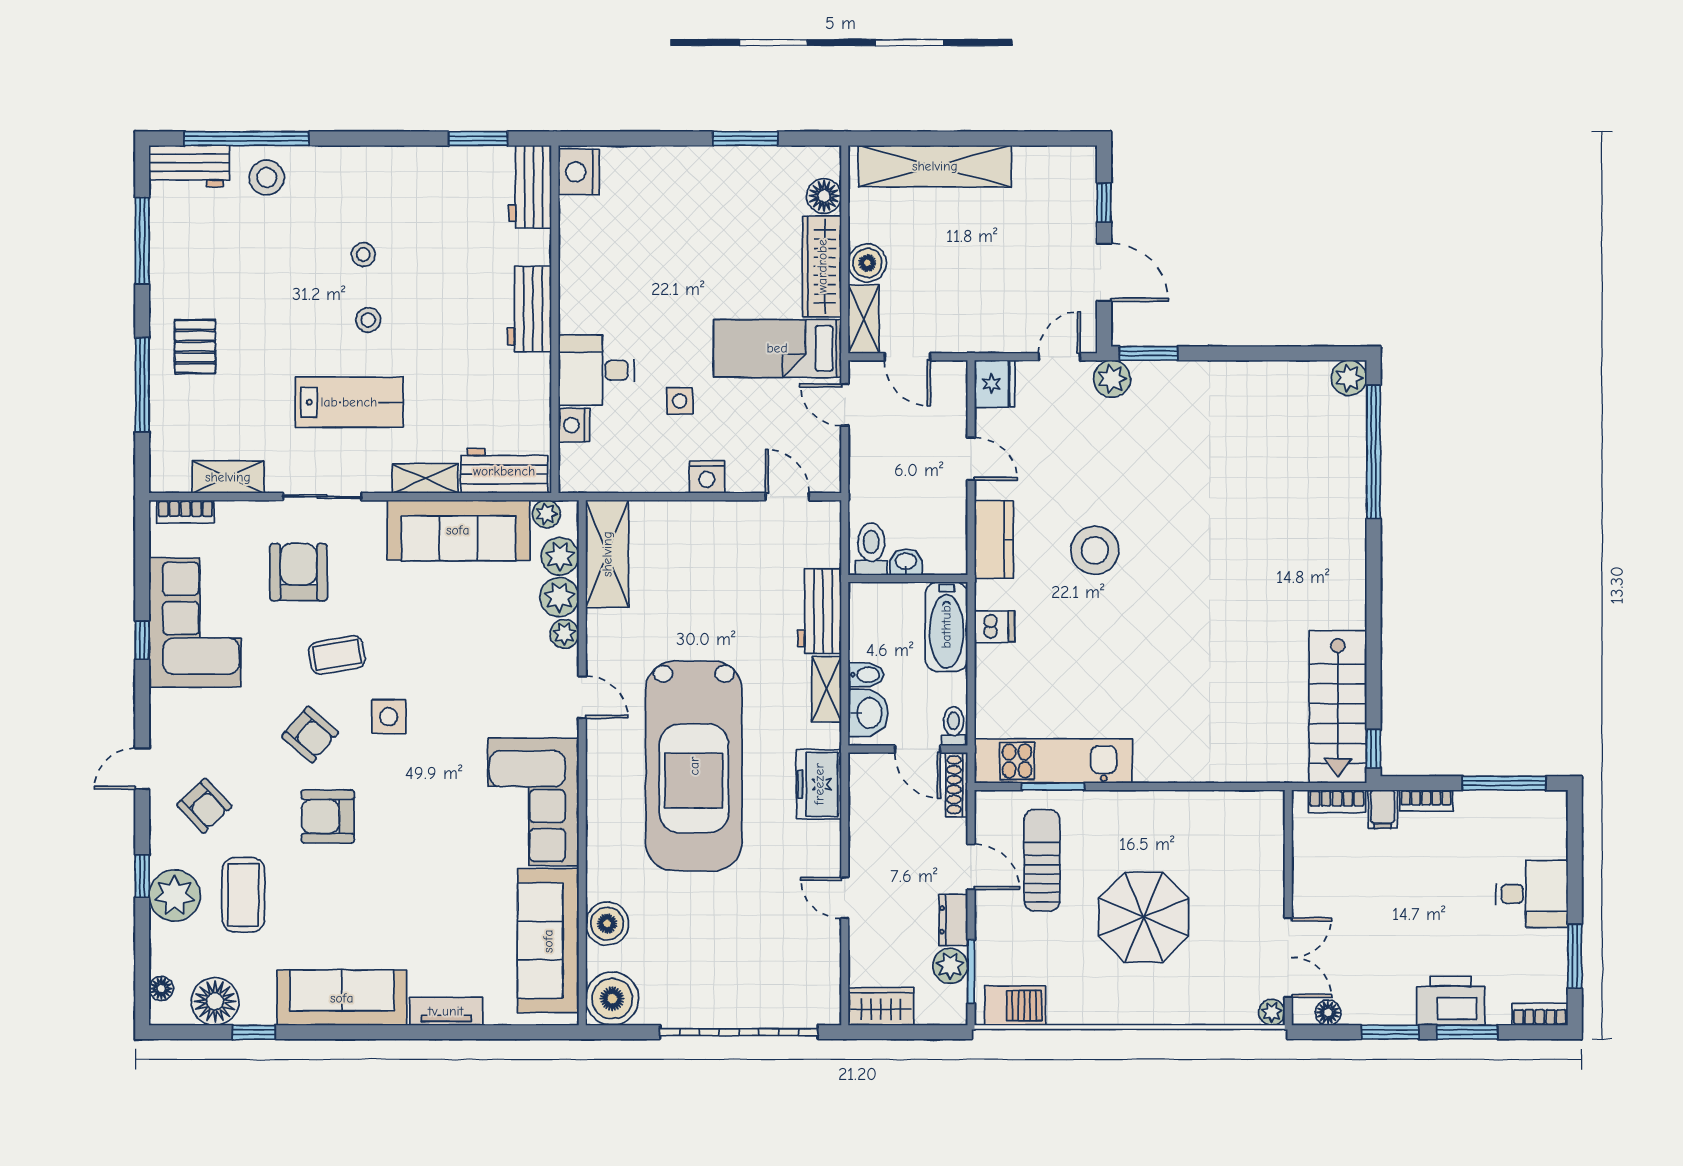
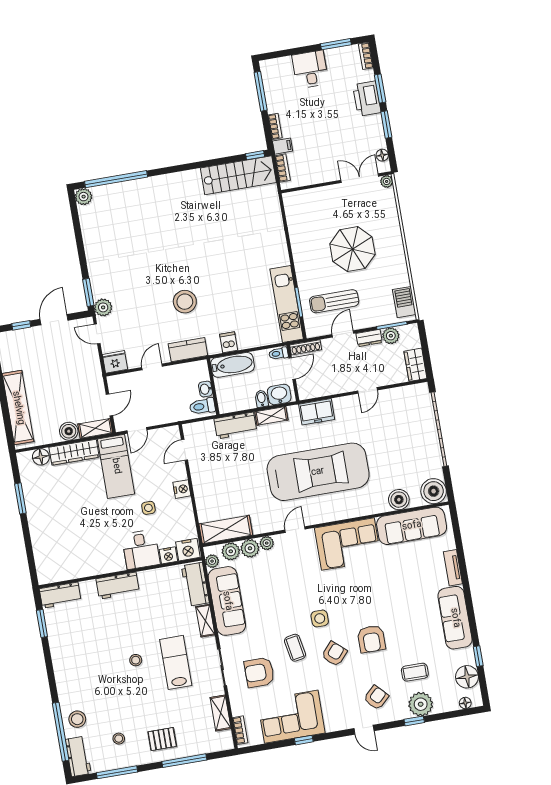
nightstand: (579, 172) -> (188, 550), moved
stool: (363, 255) -> (119, 739), moved
coffee table: (243, 895) -> (415, 672), width x0.73, depth x0.77

